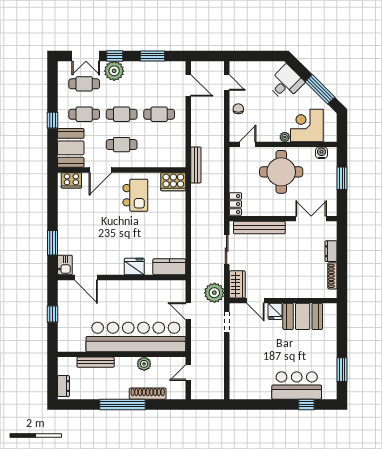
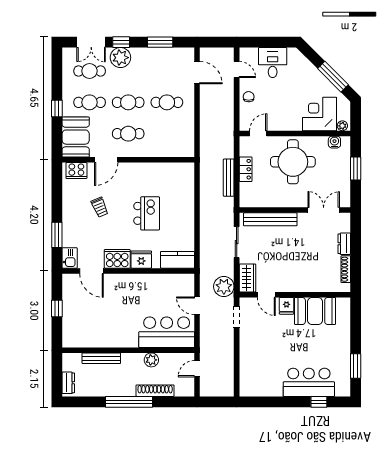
desk: (286, 83) -> (273, 63), moved, turned -45
plant: (285, 137) -> (342, 126), moved
bench: (196, 165) -> (229, 178), moved
cooker: (173, 182) -> (117, 259), moved, turned 180
kitchen island: (135, 195) -> (147, 213), moved
locker: (235, 204) -> (246, 169), moved
trolley: (94, 216) -> (100, 207), added
bar counter: (136, 337) -> (167, 332), width x0.54

